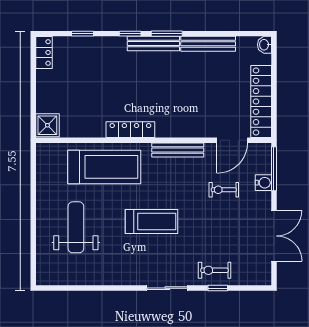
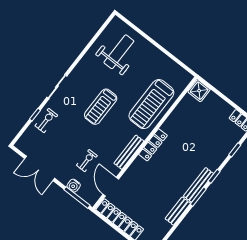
bench: (208, 44) -> (178, 211), width x0.73
locker: (130, 130) -> (153, 145), moved
weight bench: (76, 227) -> (119, 52), moved, turned -90

